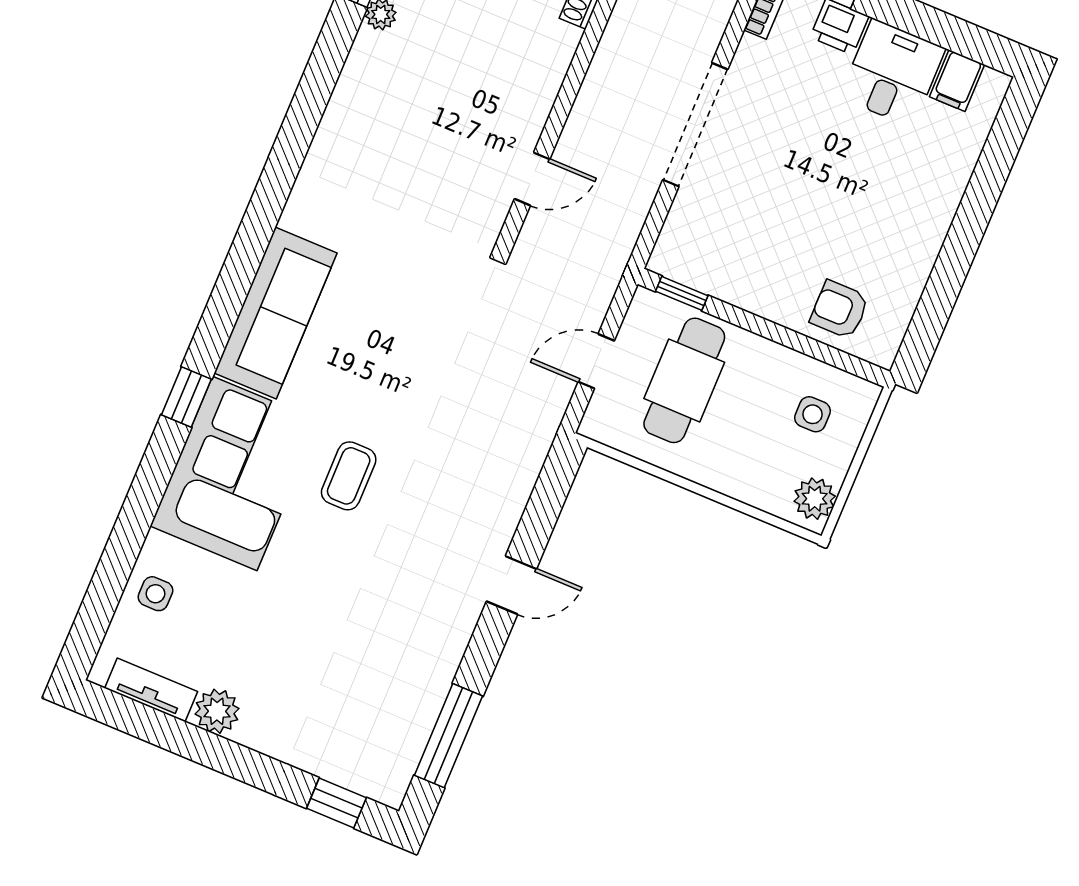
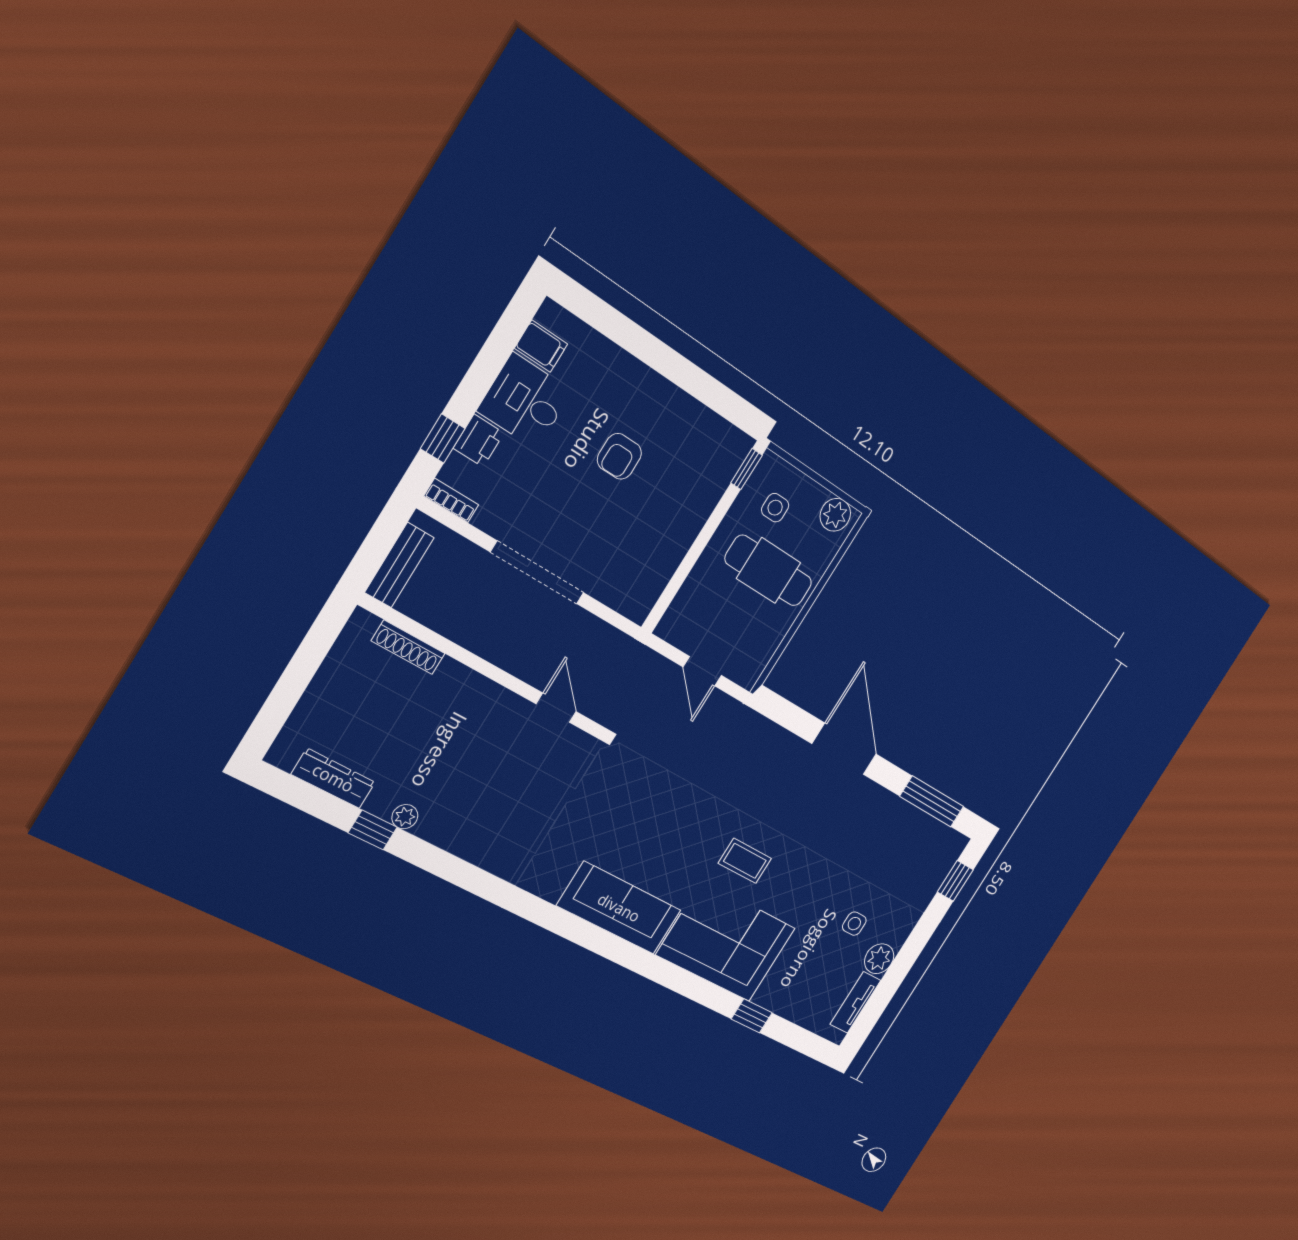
window: (682, 293) -> (747, 469), moved
armchair: (840, 310) -> (619, 456), moved
cafe table: (684, 380) -> (768, 571), moved
window: (186, 397) -> (752, 1016), moved
door: (511, 585) -> (844, 749), width x1.88
side table: (155, 594) -> (854, 924), moved

